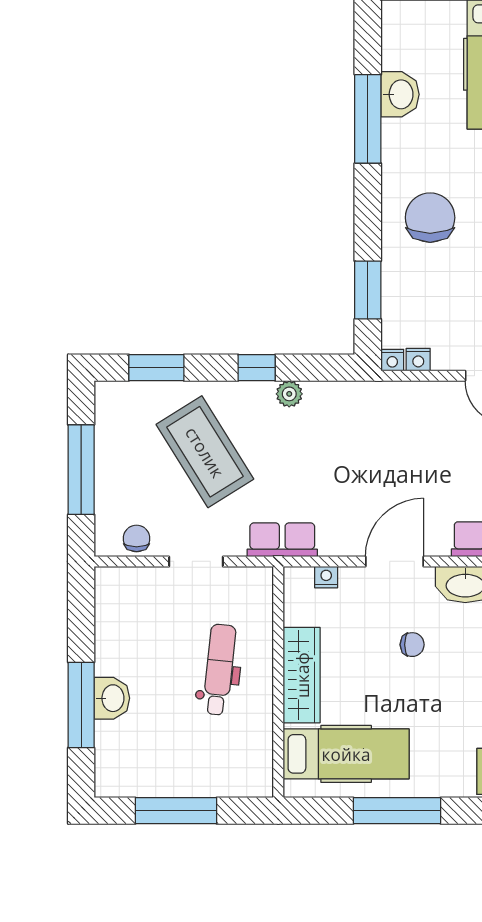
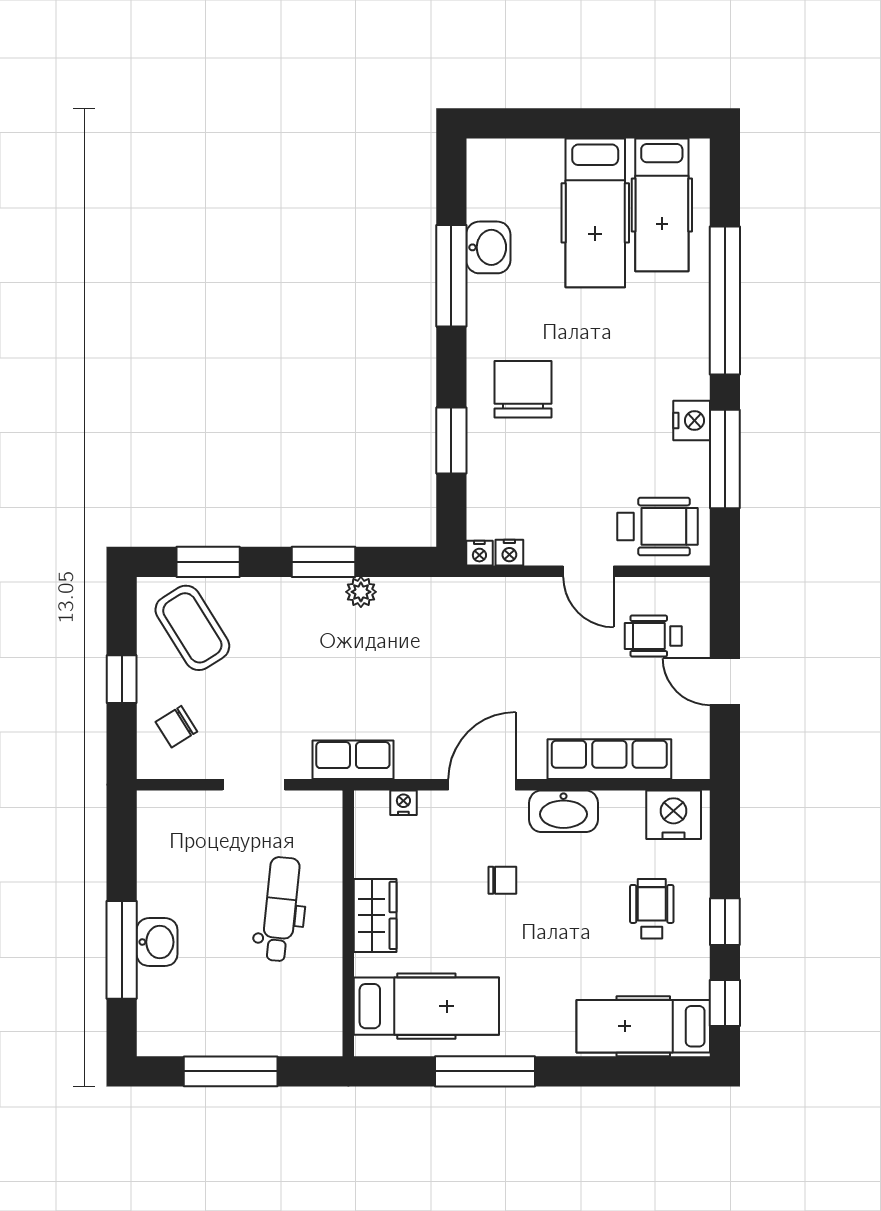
window: (368, 290) -> (451, 441), moved
window: (257, 368) -> (324, 562), width x1.50
coffee table: (205, 452) -> (192, 628), moved, width x0.73, depth x0.76
window: (81, 470) -> (122, 679), width x0.46
chair: (137, 538) -> (176, 727), moved, turned -122
wardrobe: (302, 675) -> (375, 915), width x0.67

